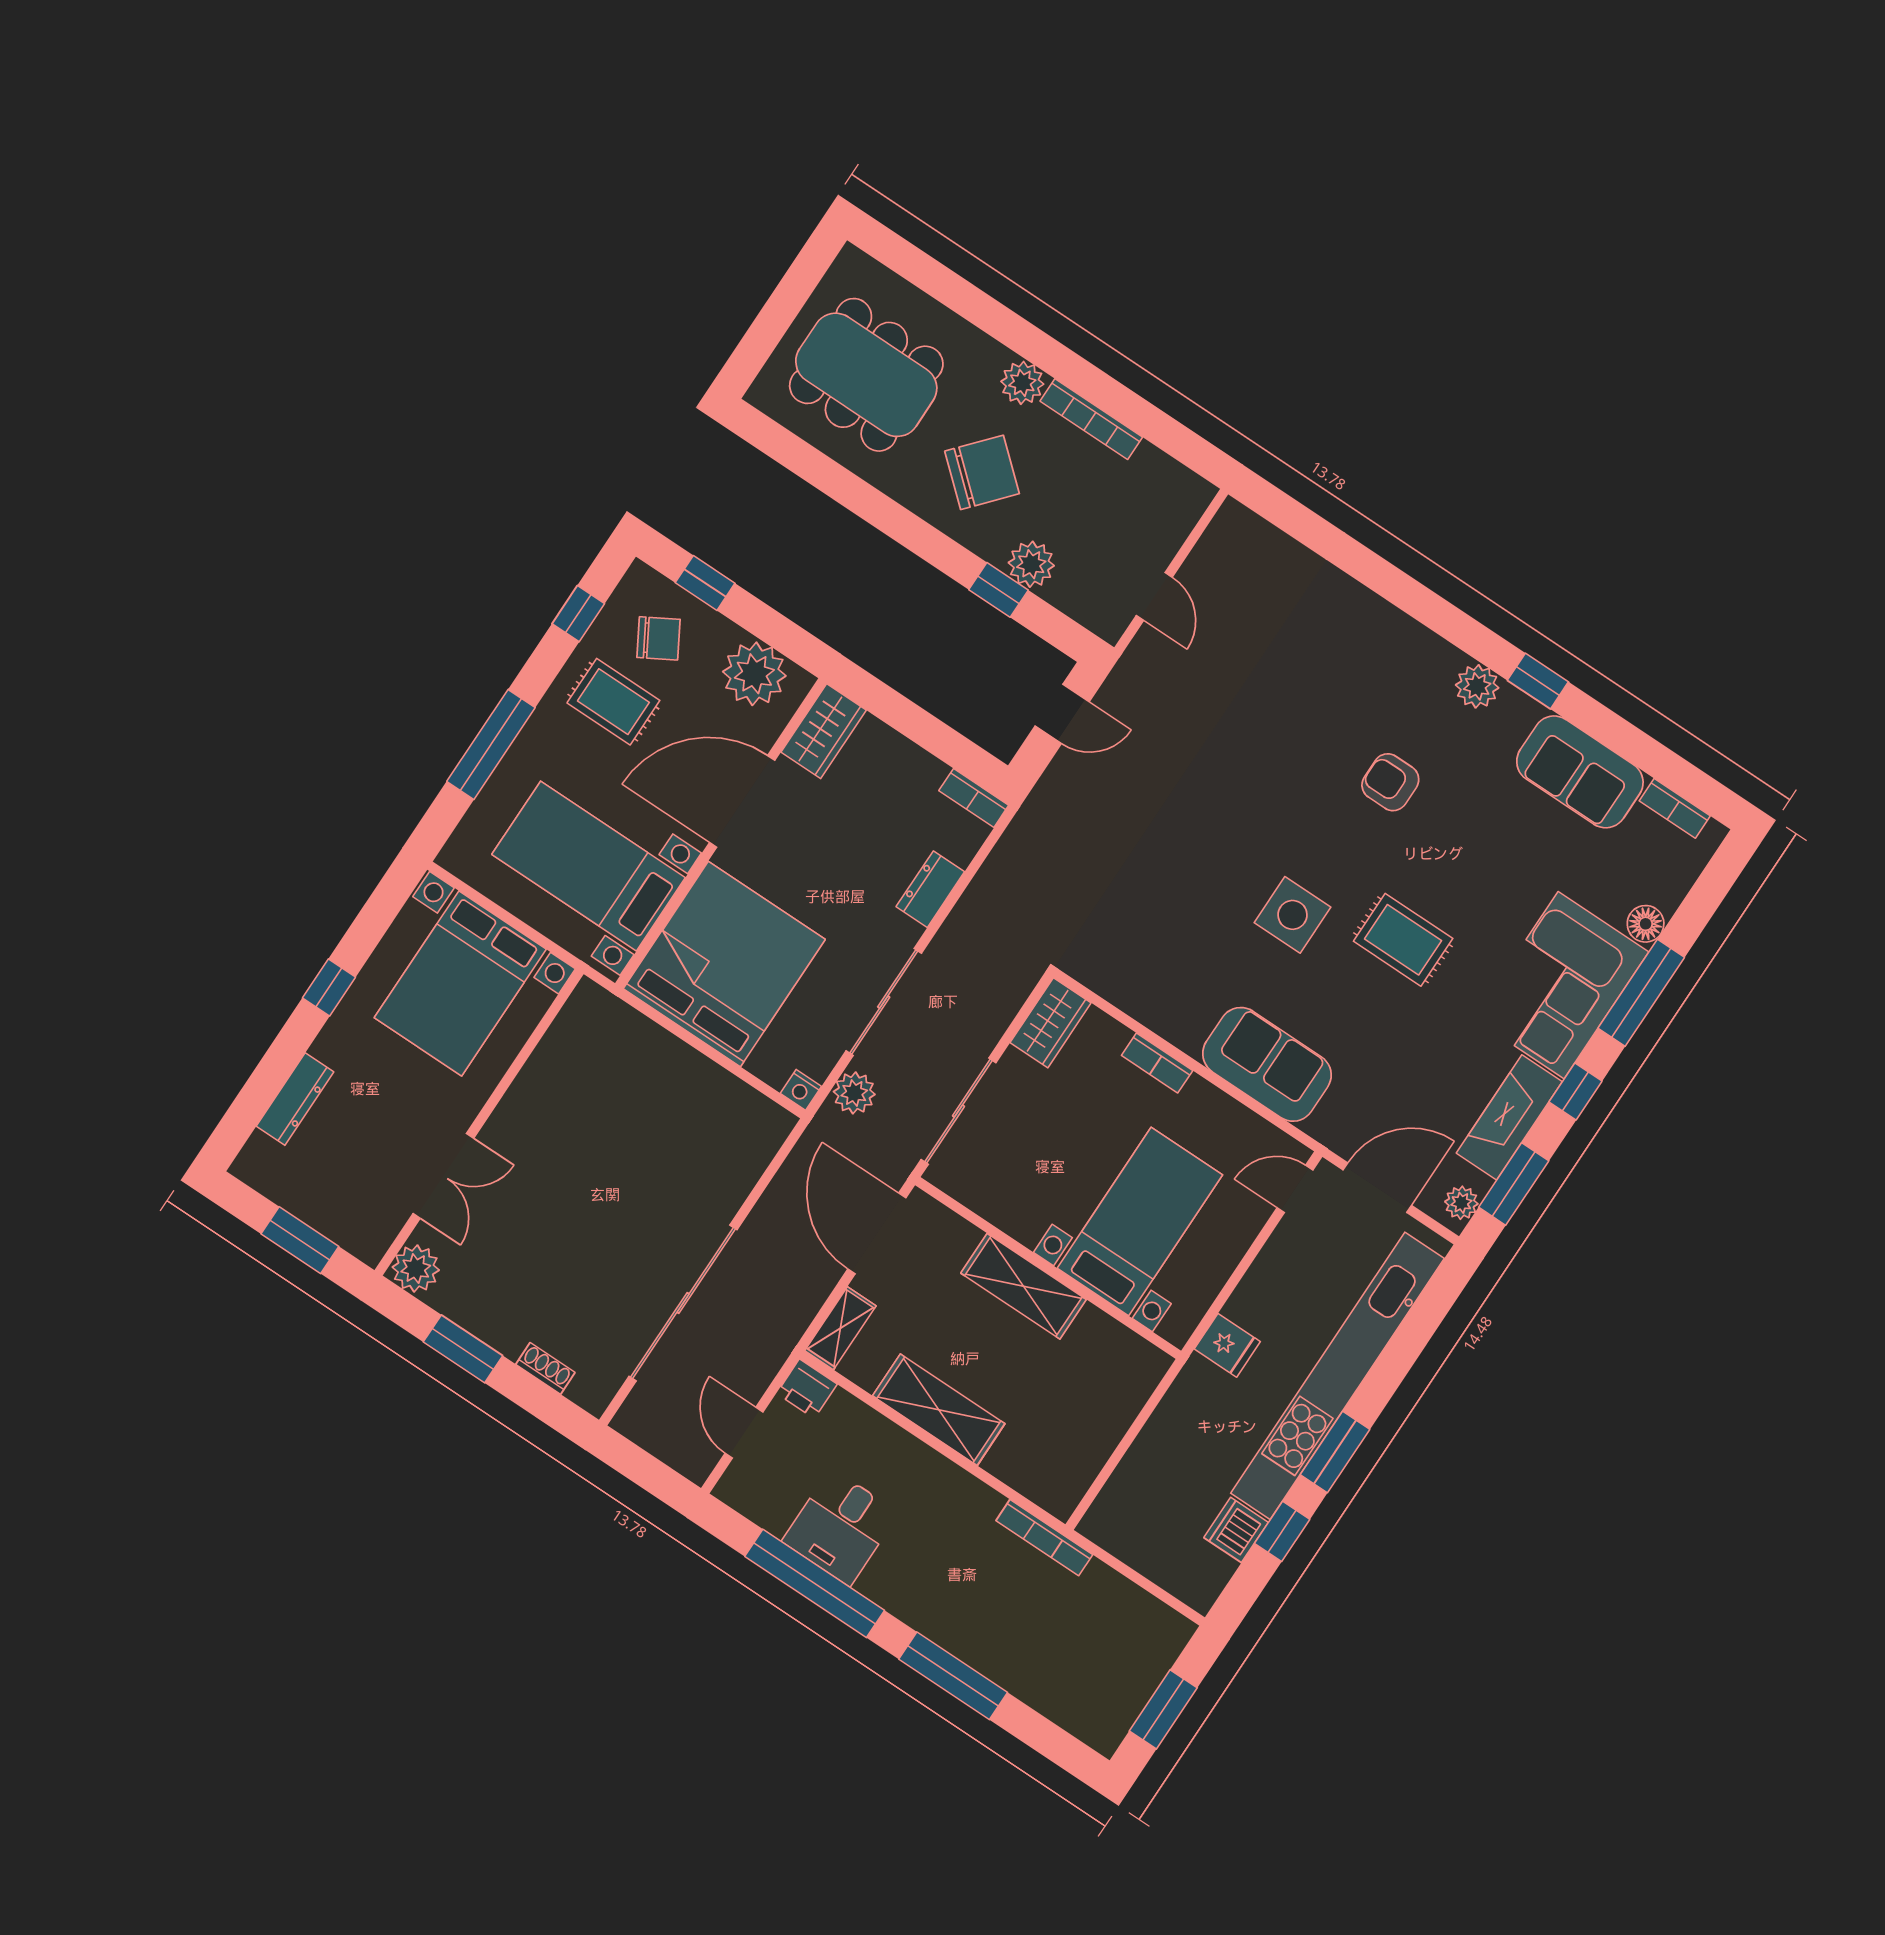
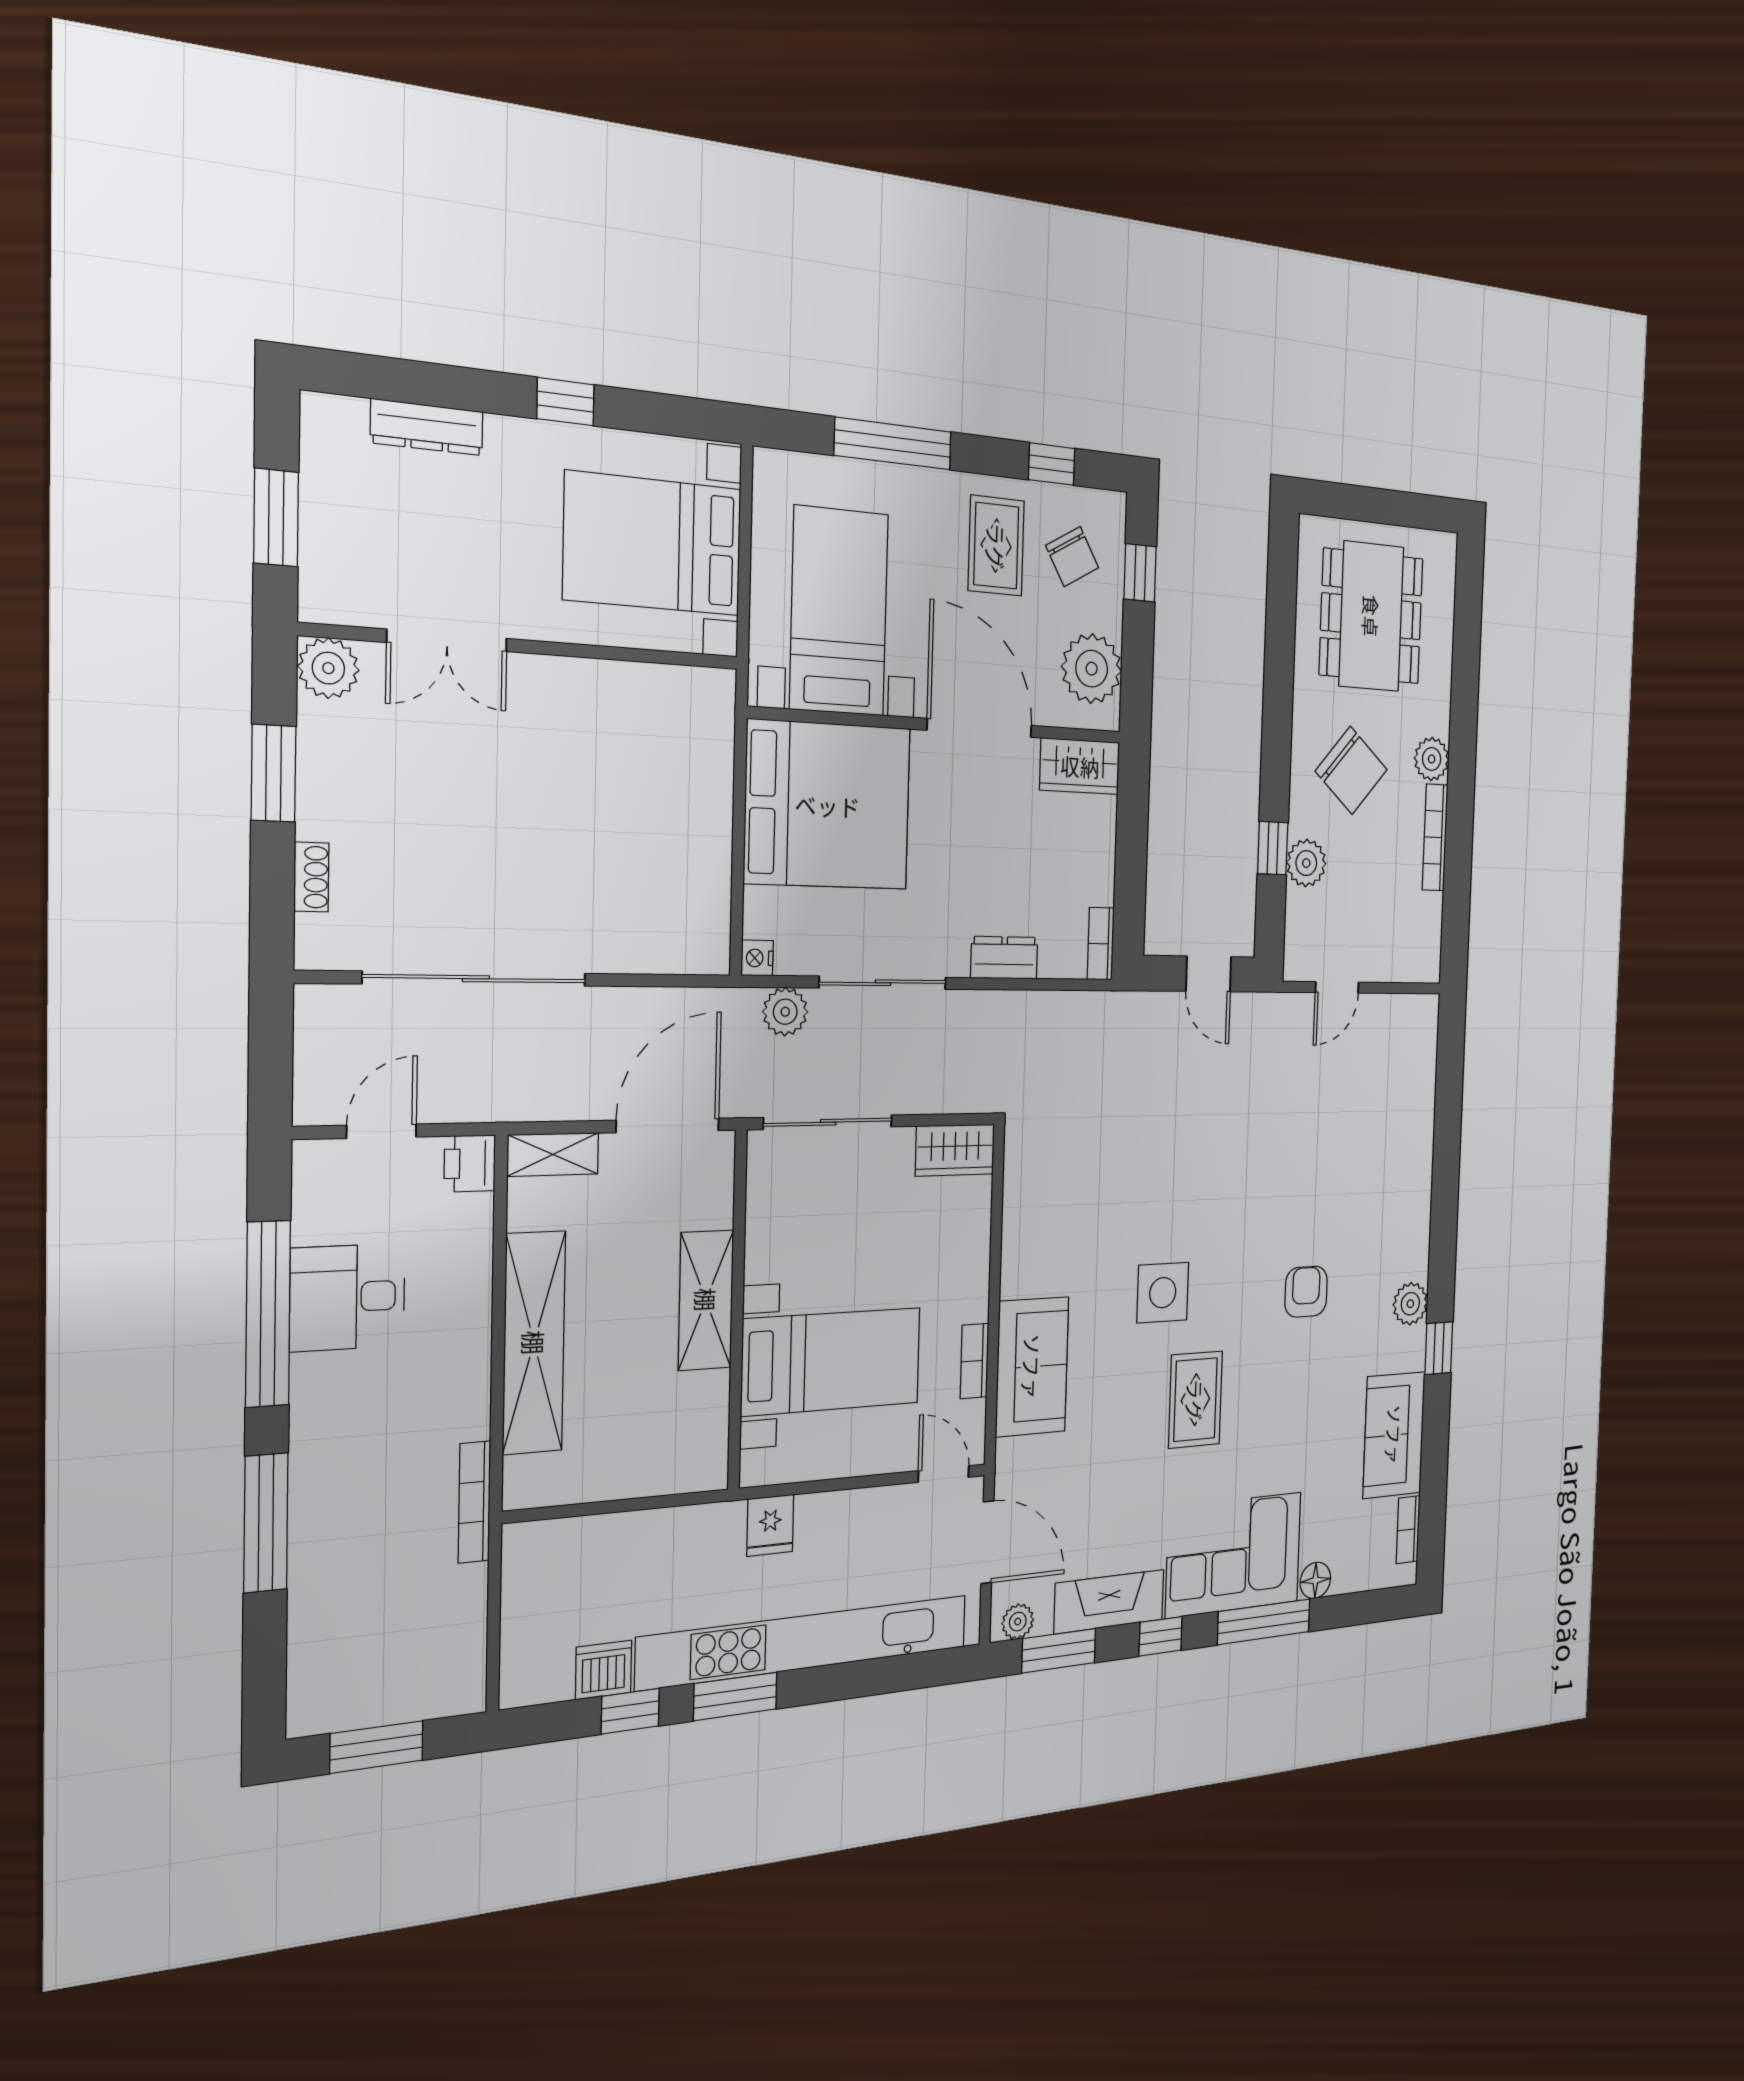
bookcase: (1157, 1063) -> (974, 1361), moved
shelving: (939, 1410) -> (534, 1343), width x1.47

